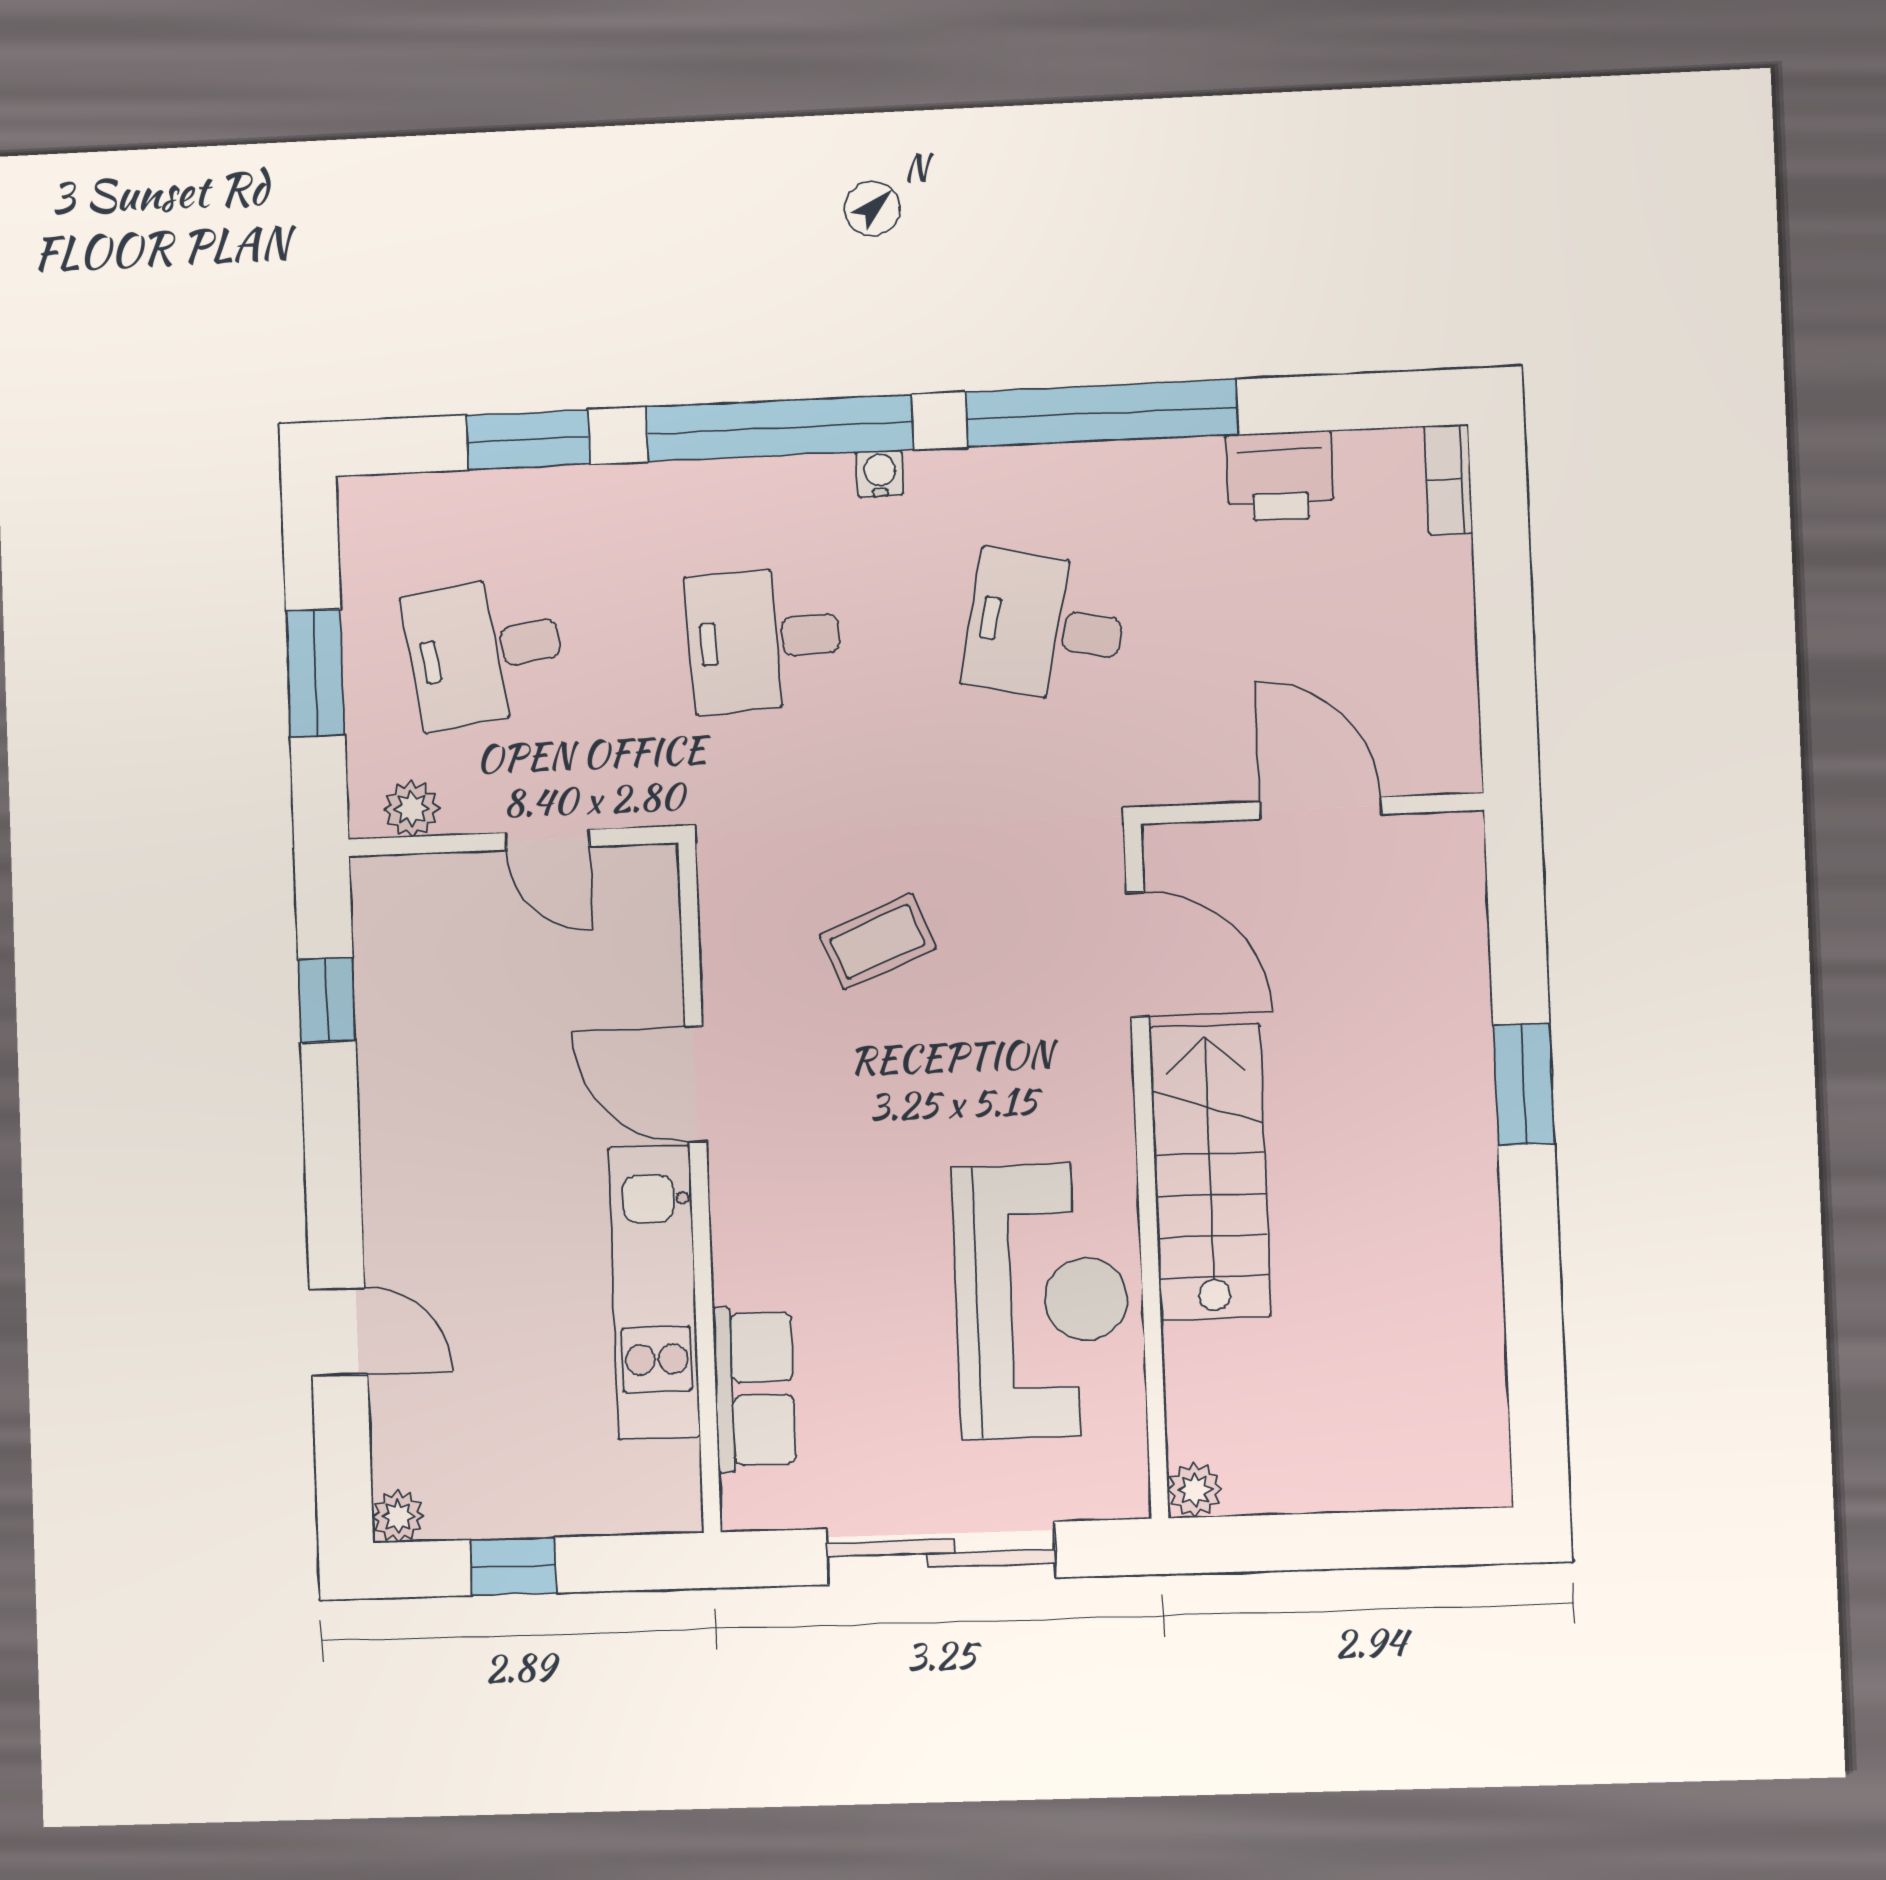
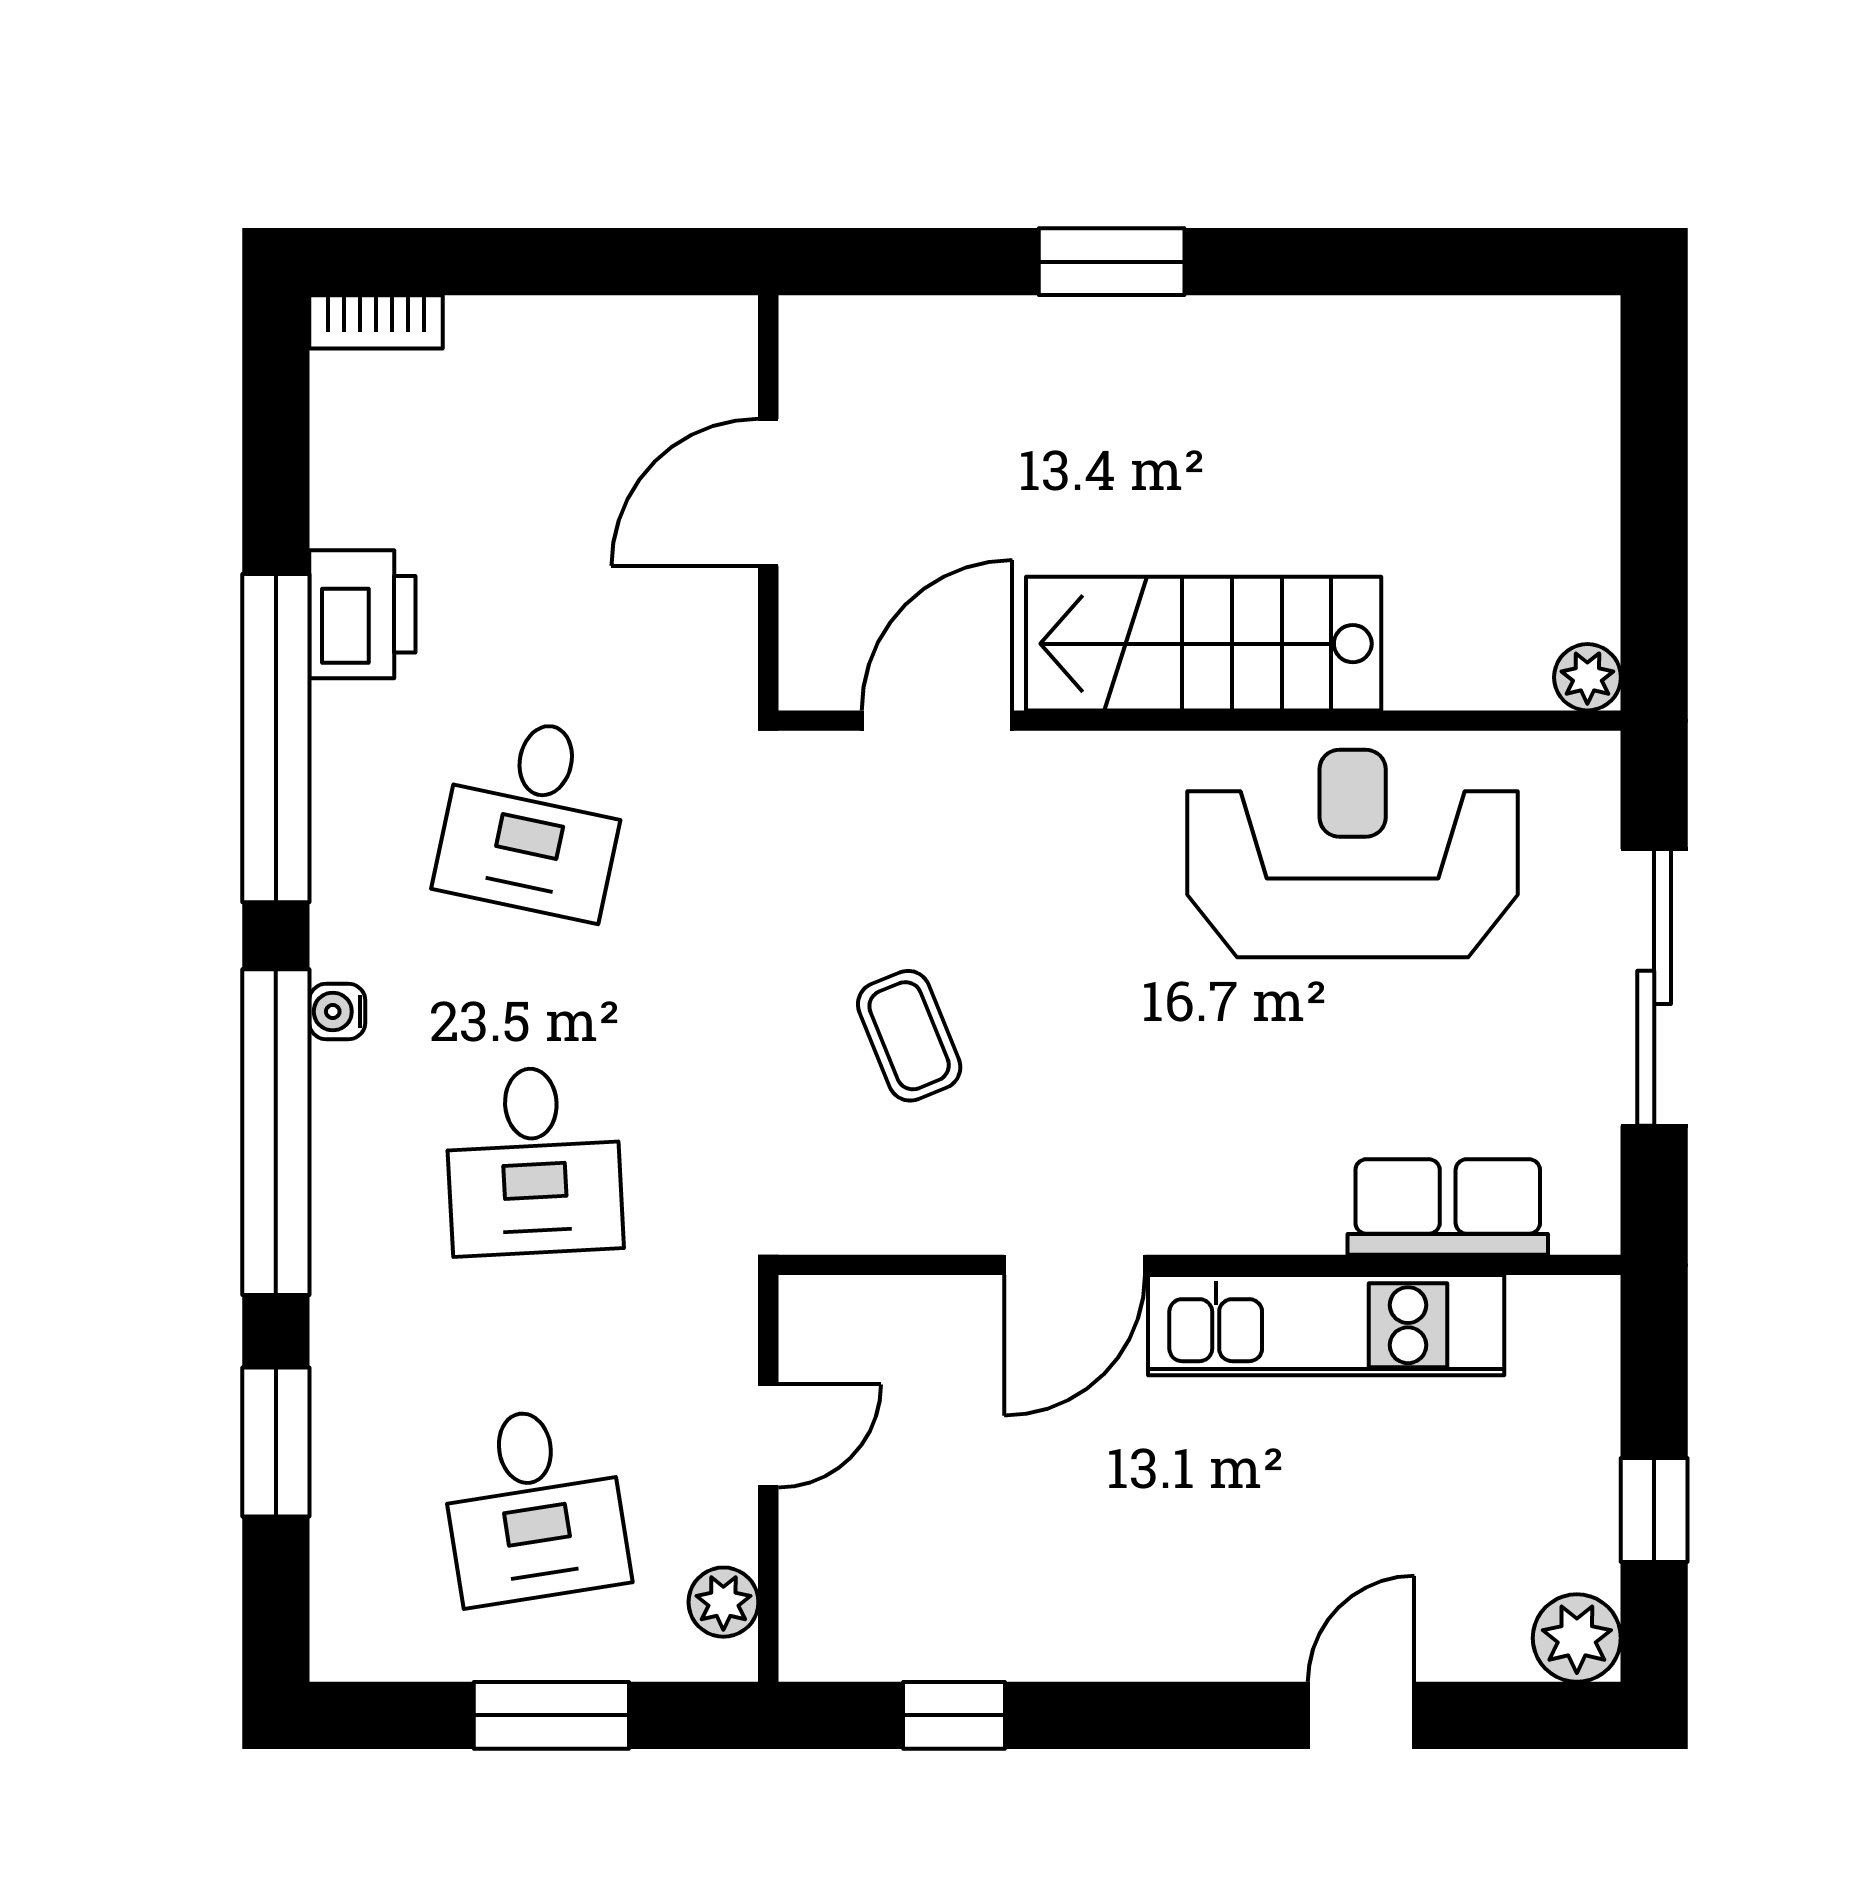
printer: (1280, 476) -> (362, 614), moved
plant: (398, 1516) -> (1577, 1638), width x1.38, depth x1.38

